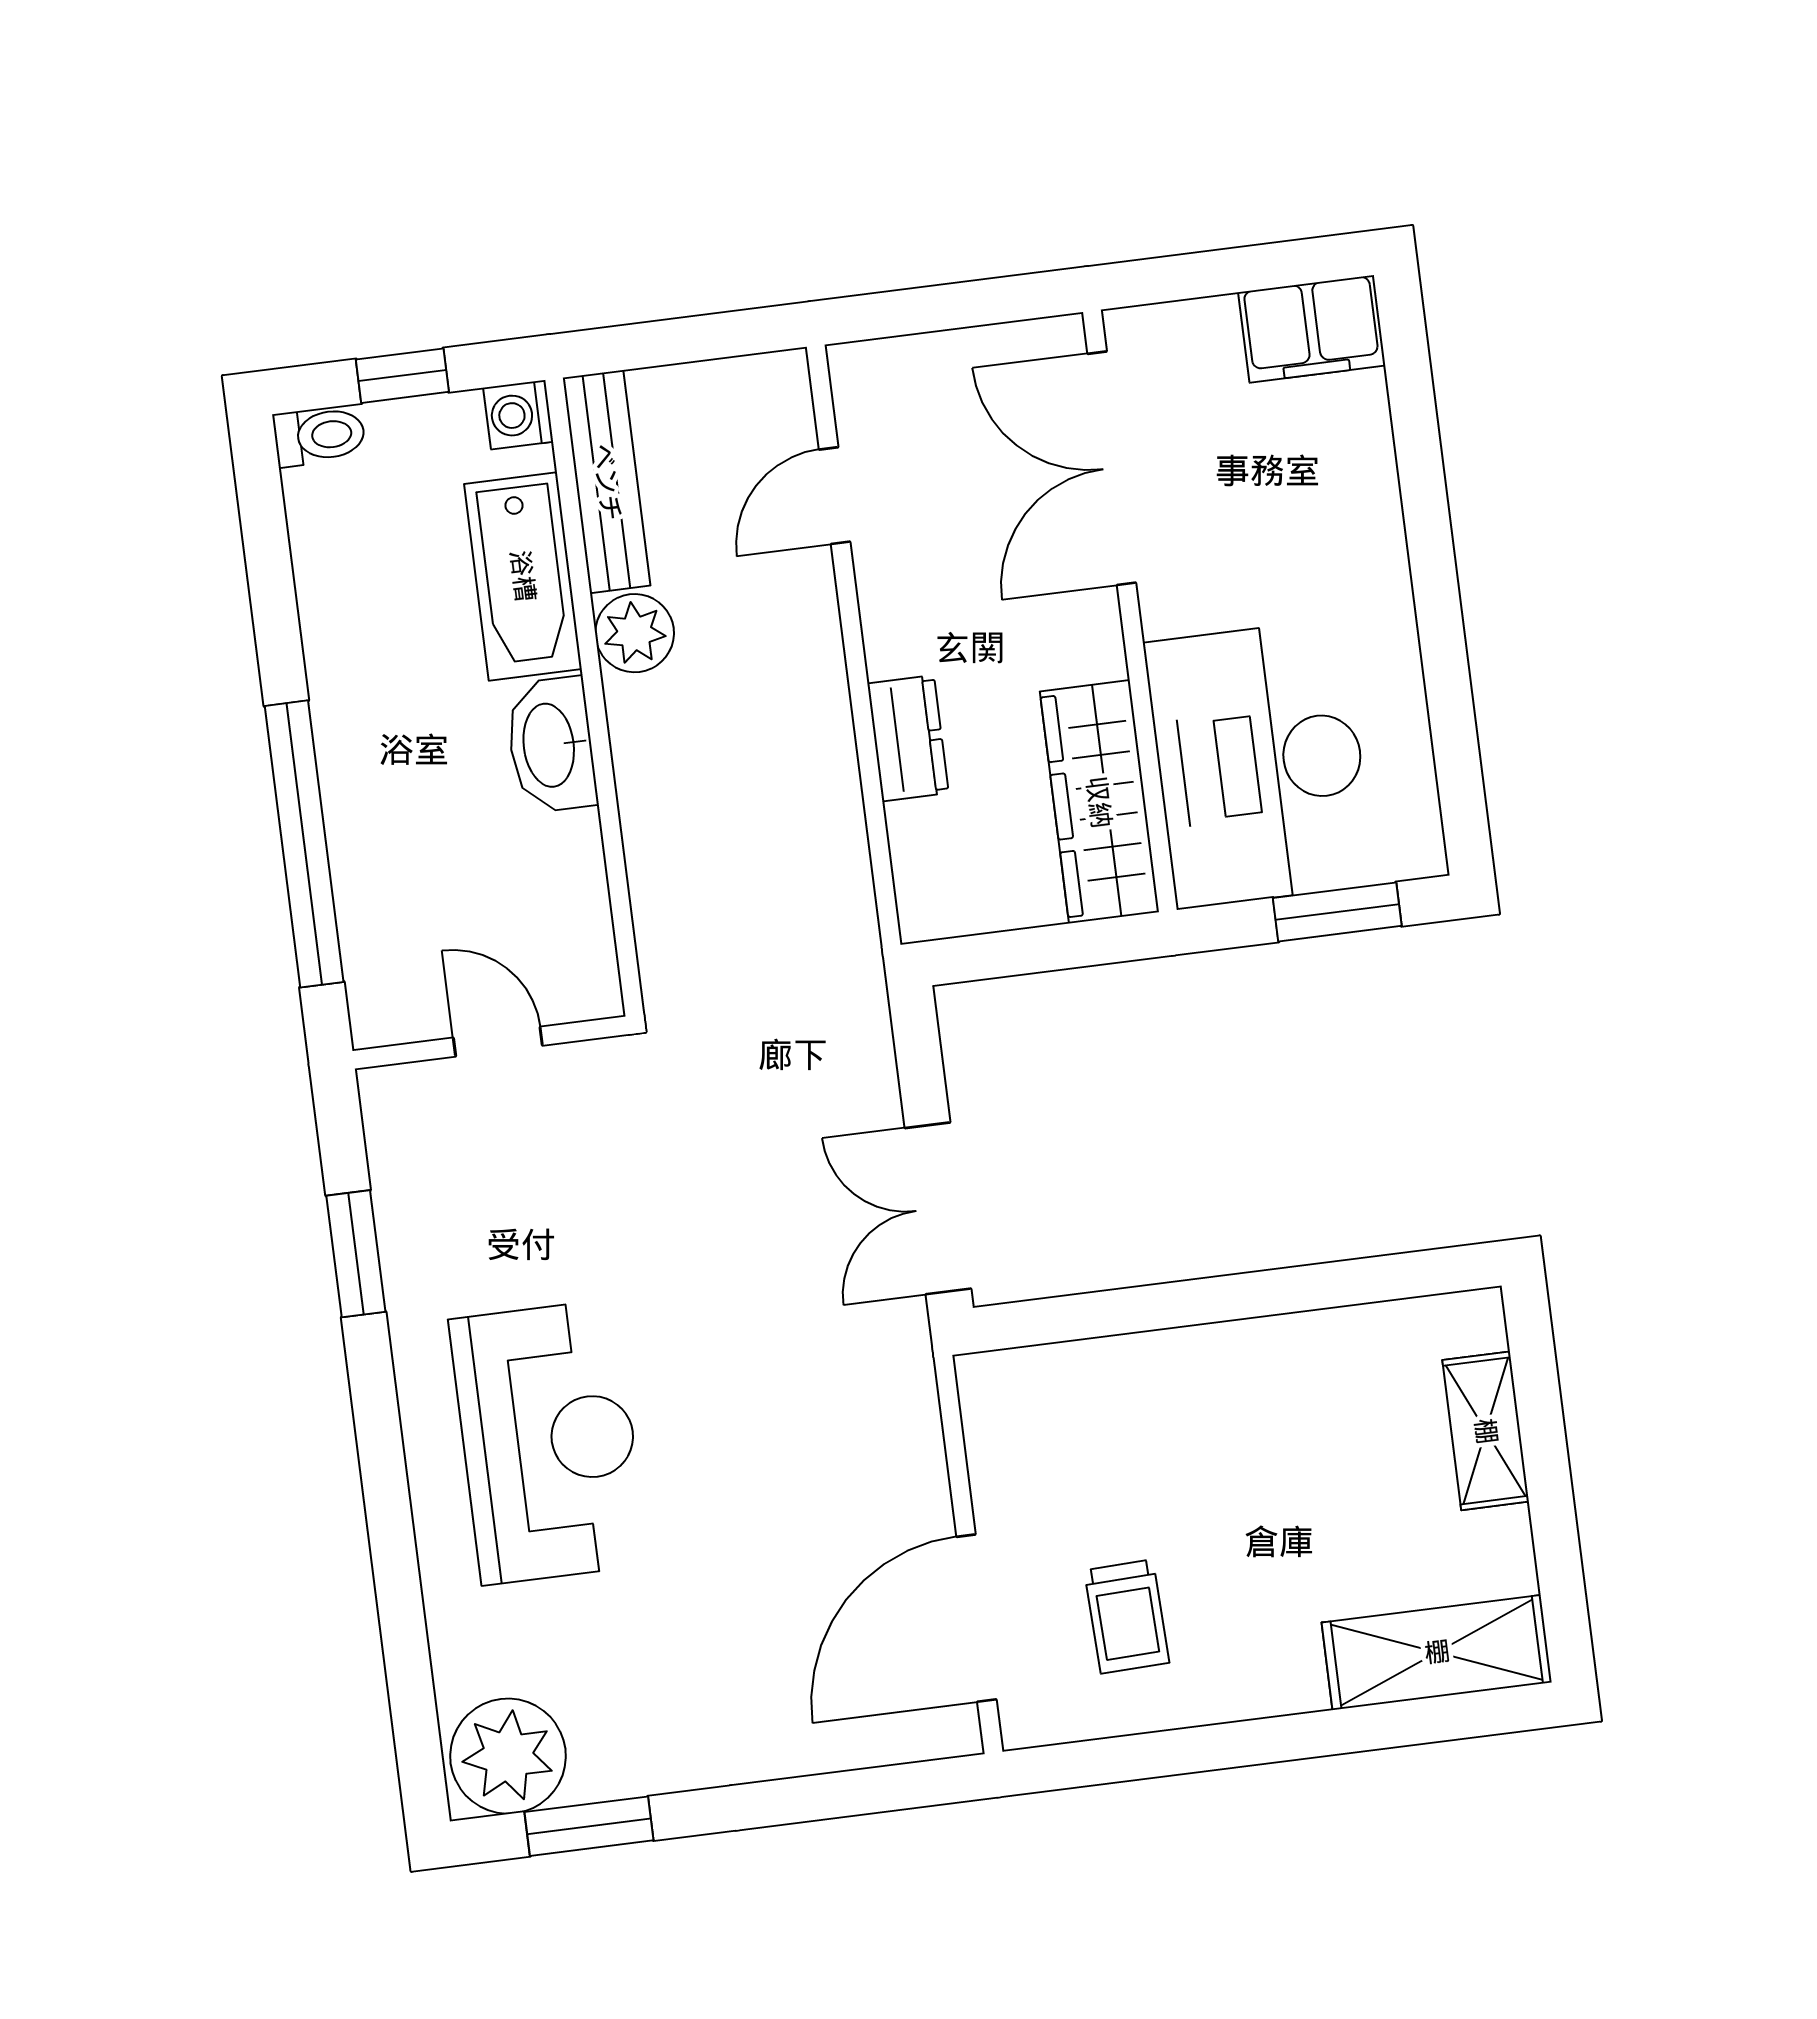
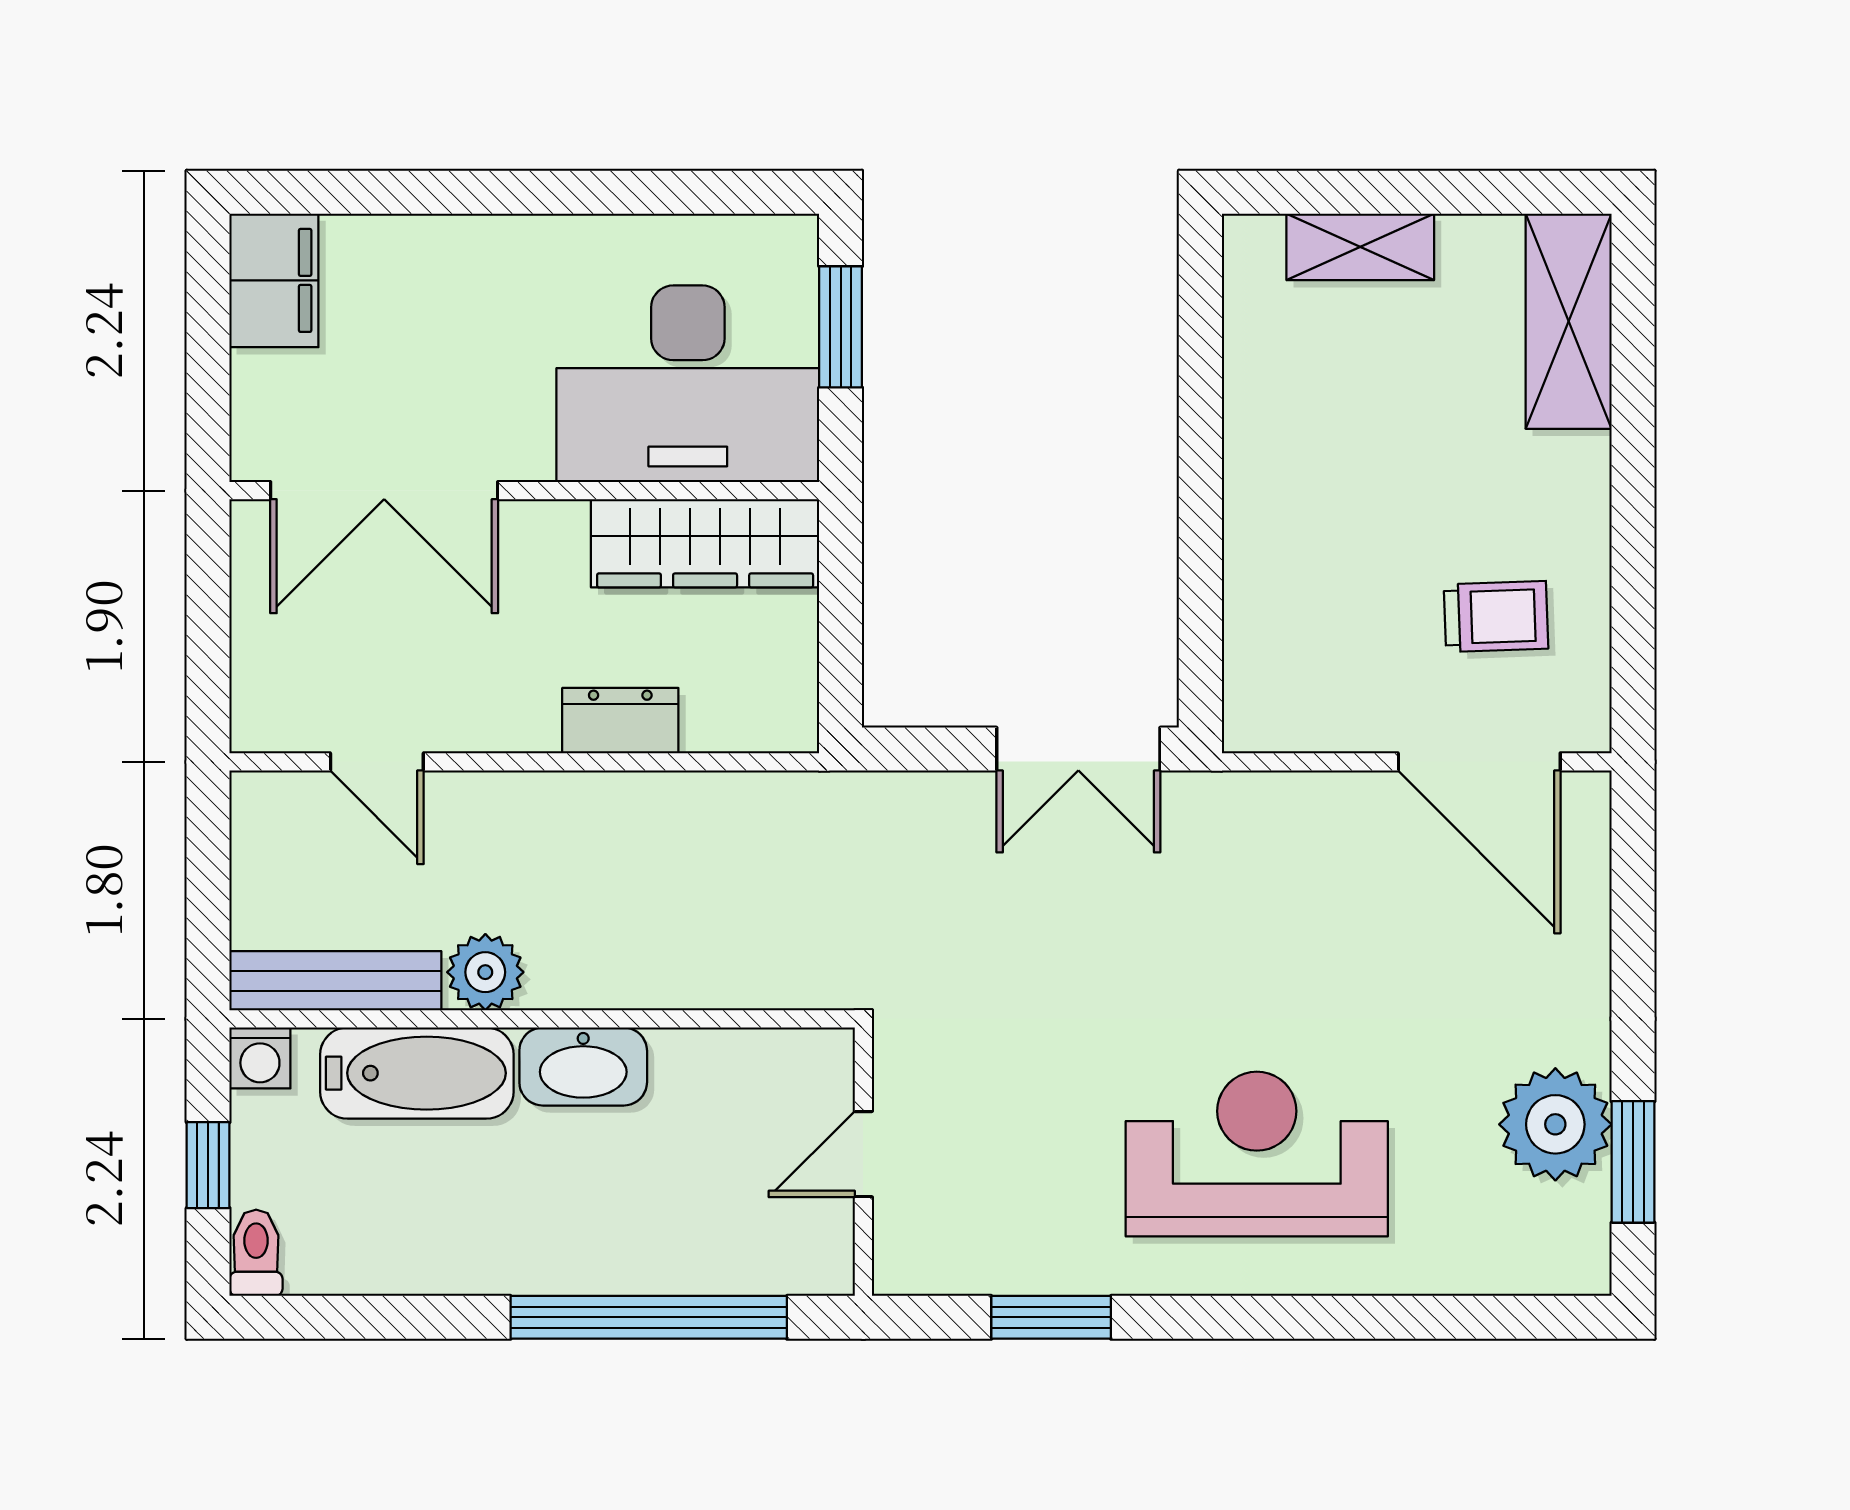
plant: (508, 1756) -> (1555, 1124), moved

